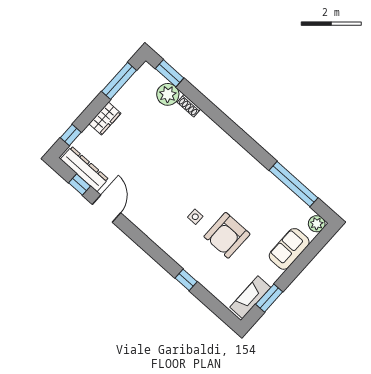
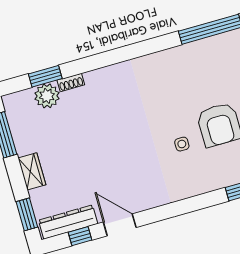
window: (170, 73) -> (45, 76), moved
window: (71, 135) -> (27, 214), width x1.50

